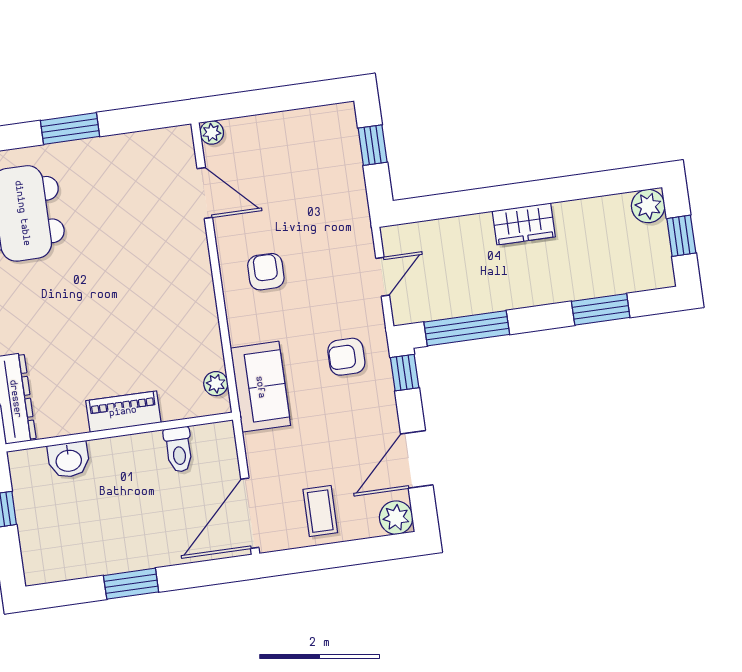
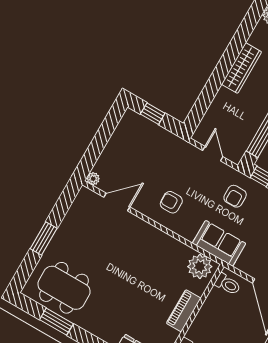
wardrobe: (524, 224) -> (242, 68), width x1.50
plant: (216, 384) -> (200, 267), width x1.88, depth x1.88
toilet: (179, 450) -> (228, 284), moved

